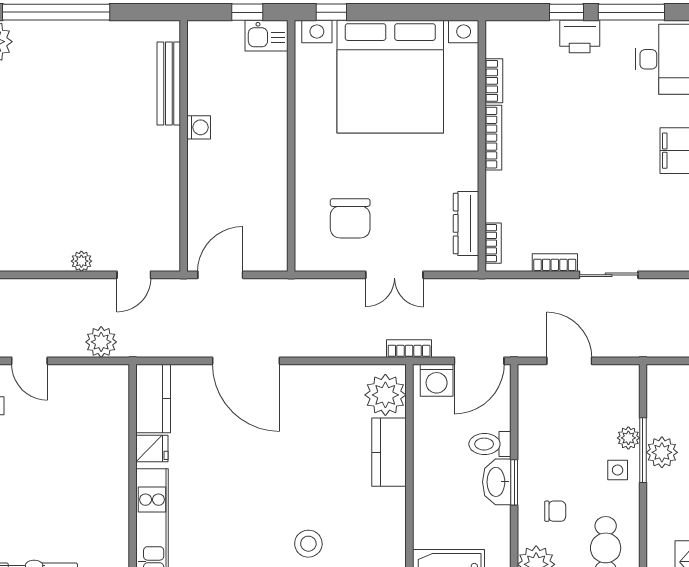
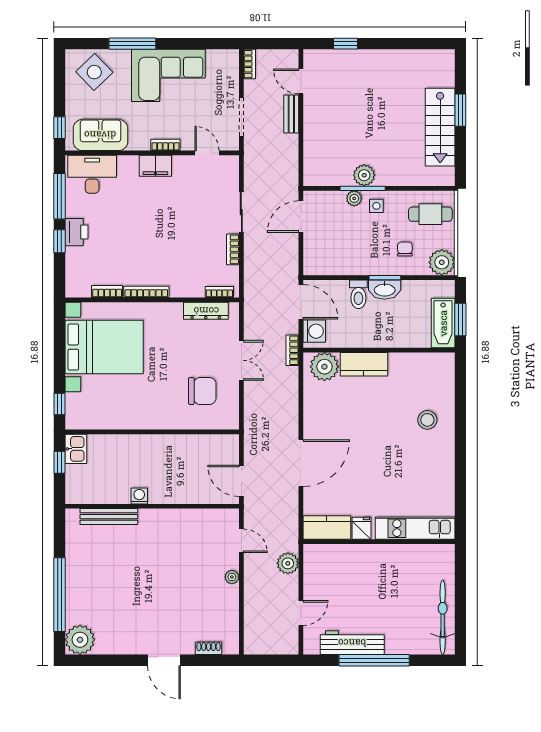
bed with nightstands: (390, 77) -> (104, 347), width x0.73
door: (569, 361) -> (301, 217), moved

